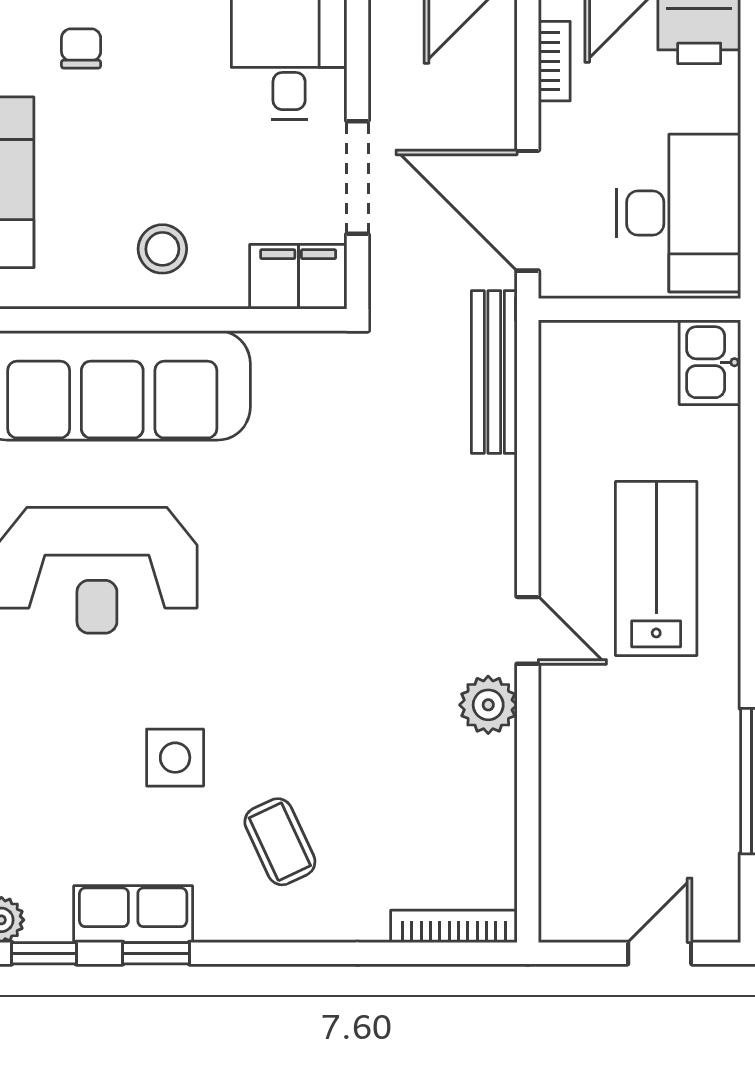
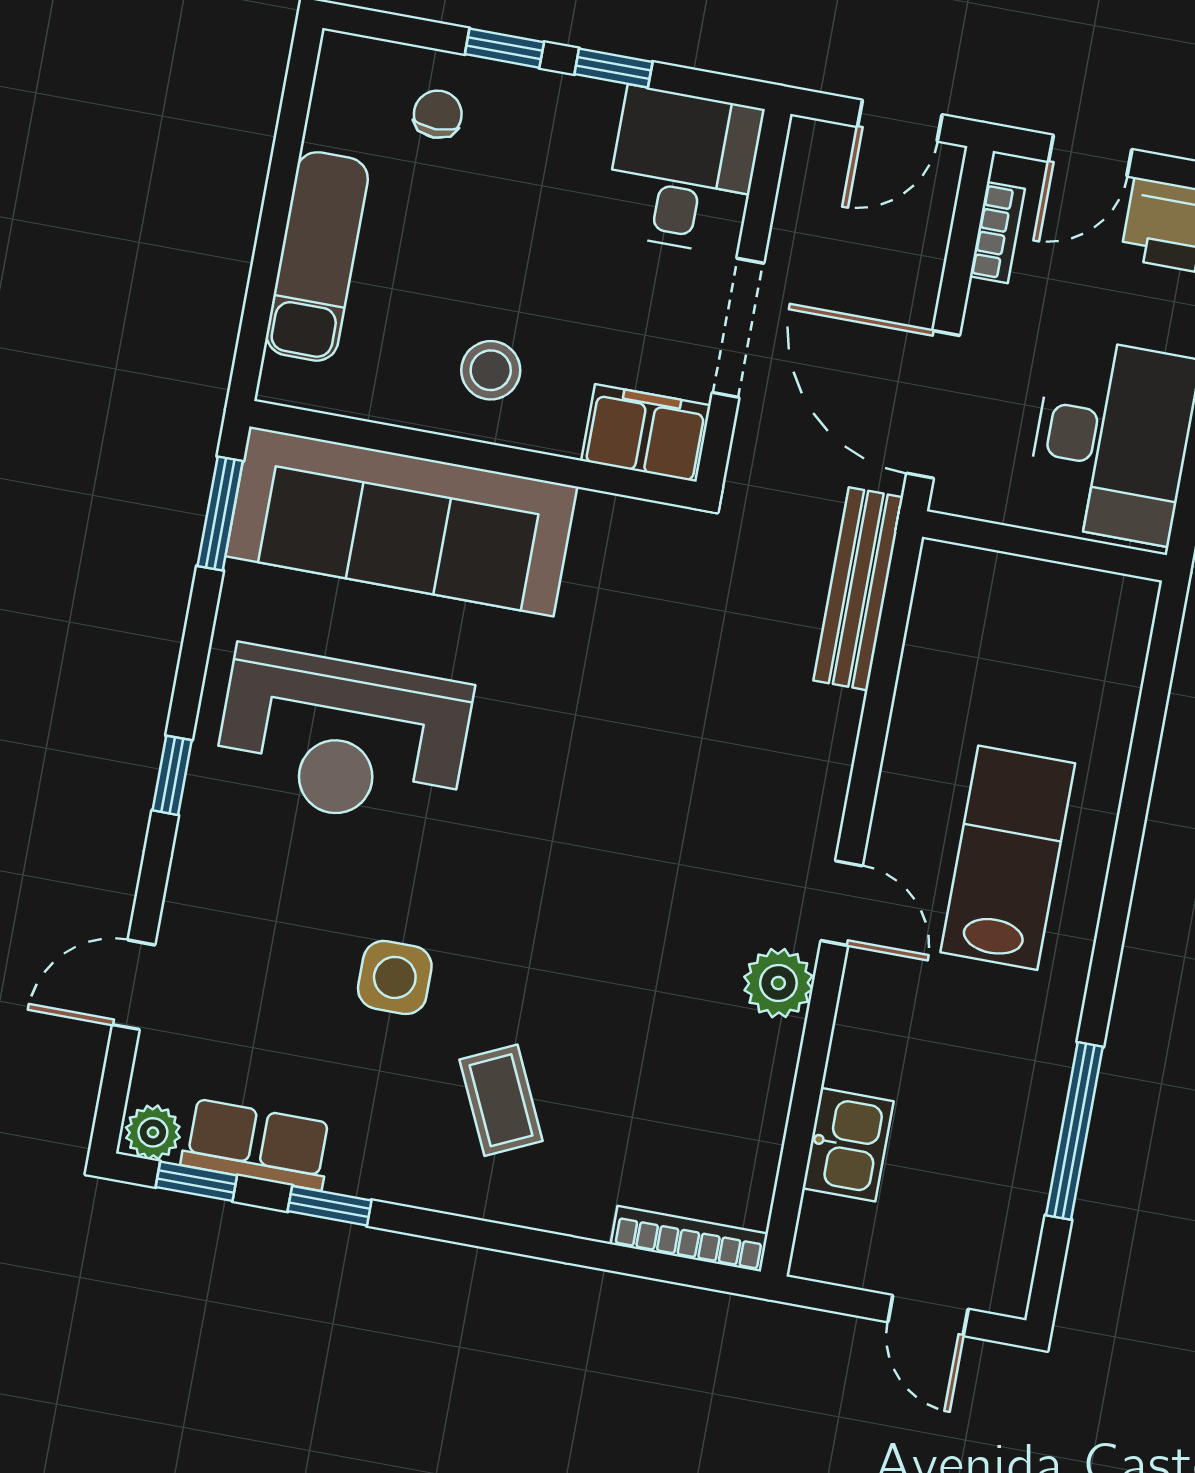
kitchen sink: (710, 362) -> (848, 1145), moved, turned 180
row of seats: (133, 914) -> (257, 1144), moved
door: (660, 953) -> (928, 1316), swing flipped

